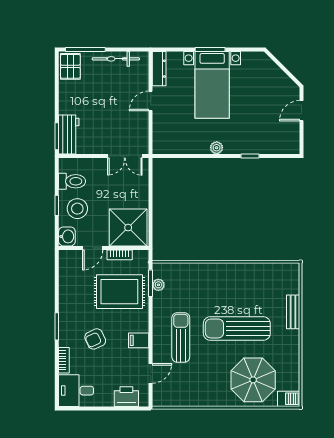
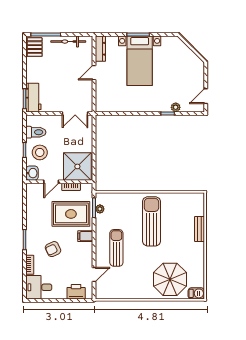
door: (301, 111) -> (206, 96), moved
plant: (217, 148) -> (176, 107), moved
sun lounger: (237, 328) -> (152, 221), moved, turned 90
filing cabinet: (139, 340) -> (85, 236), moved

